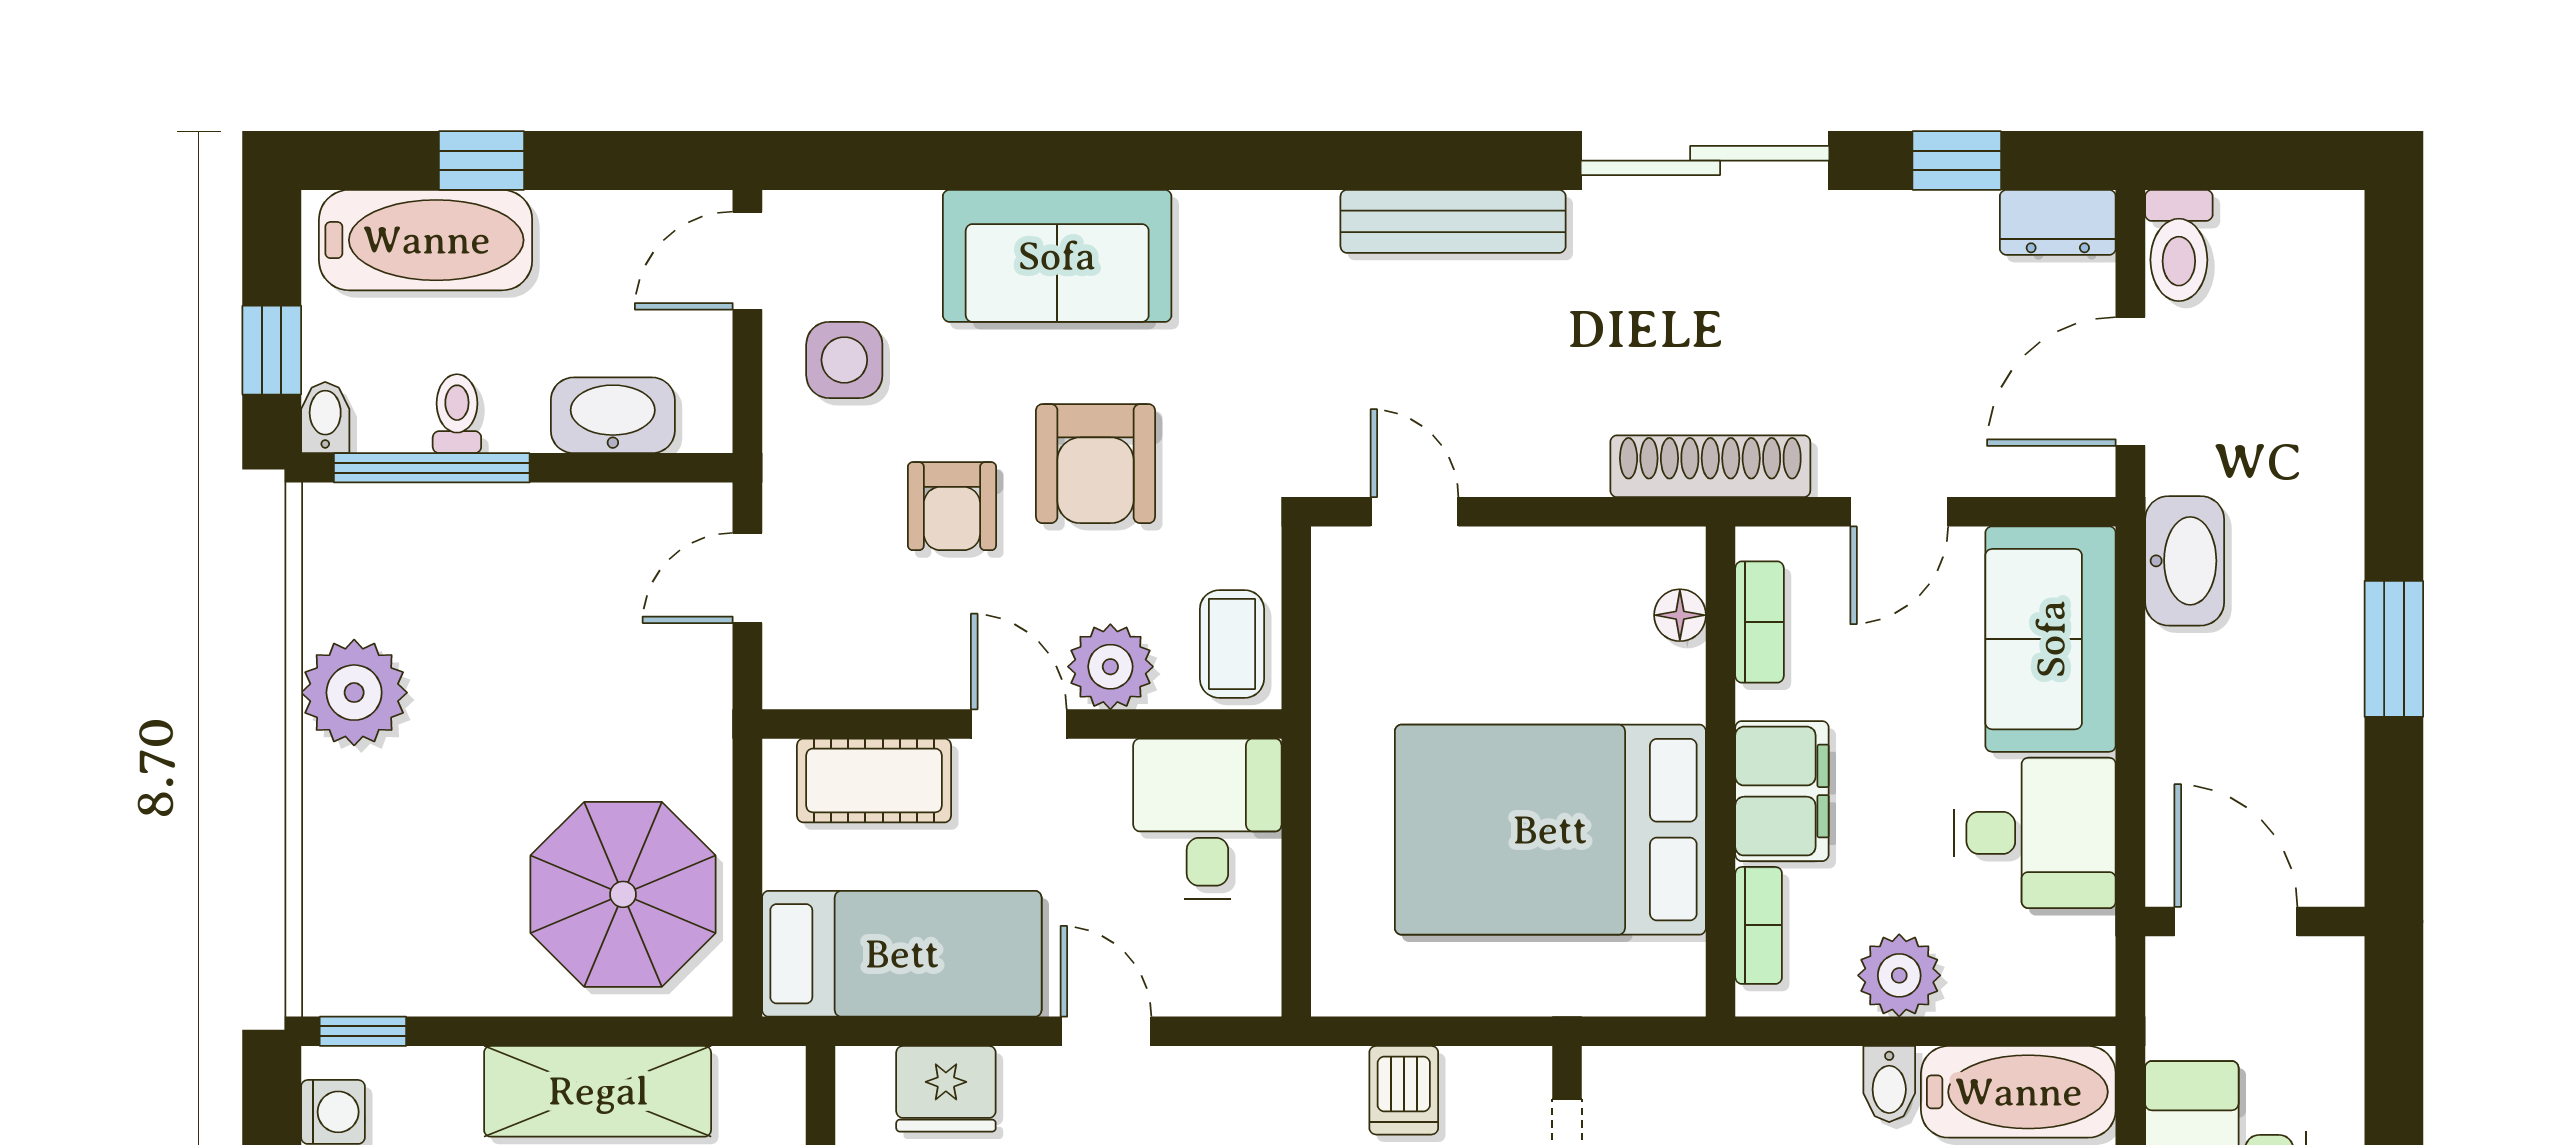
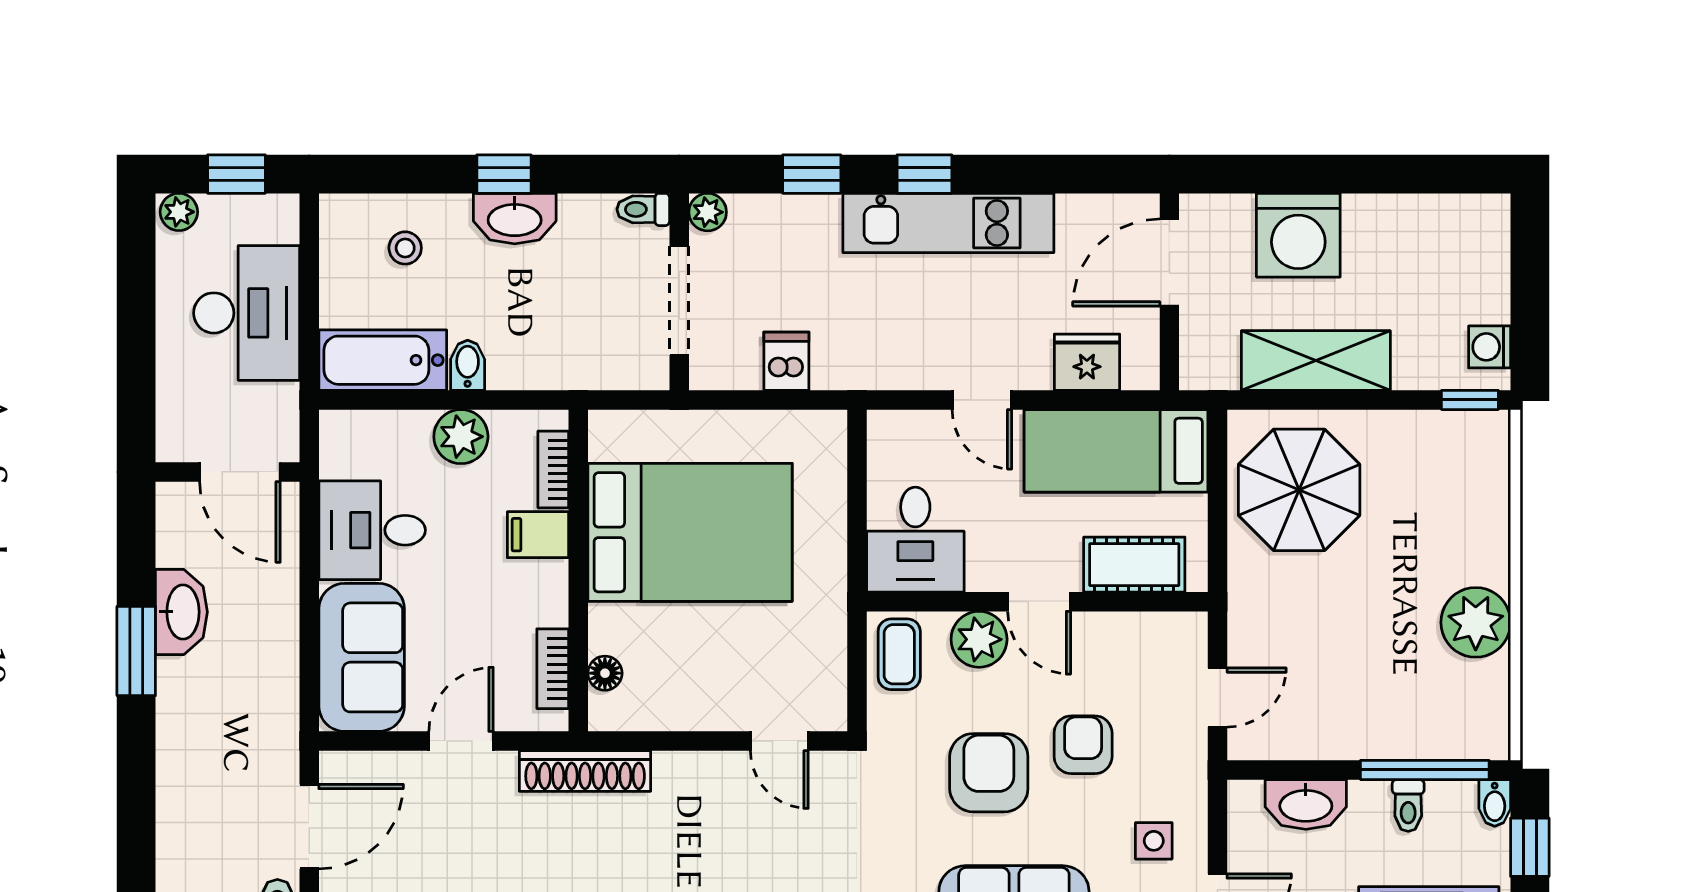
side table: (844, 360) -> (1154, 841), width x0.73, depth x0.73
washbasin: (2185, 561) -> (181, 612), moved, turned 180
filing cabinet: (1782, 791) -> (538, 535), width x0.50

